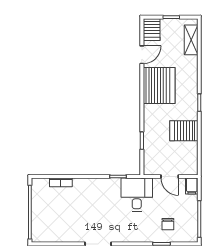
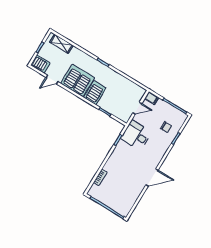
door: (142, 55) -> (52, 80), swing flipped
server rack: (184, 131) -> (95, 93), moved, turned 180

